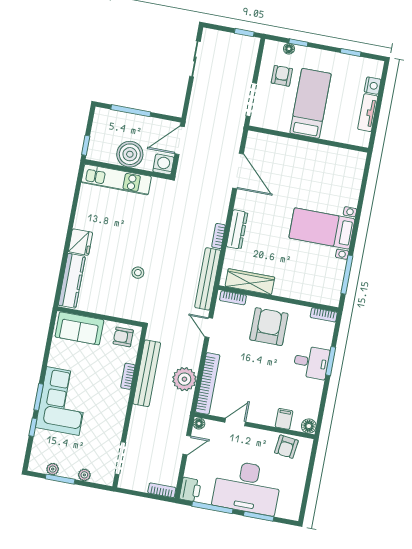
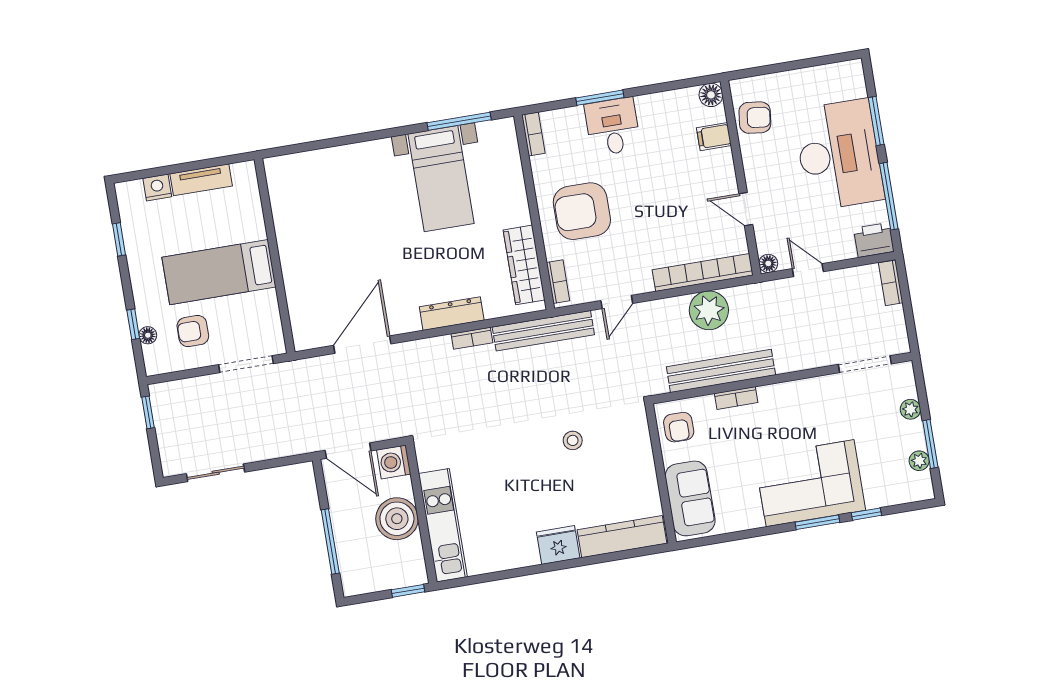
bed with nightstands: (322, 228) -> (441, 179), moved

